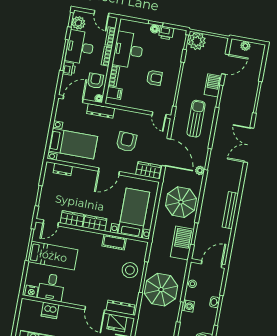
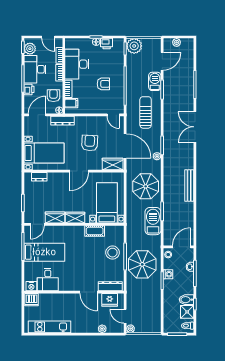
wall: (208, 263) -> (178, 247), moved
door: (212, 264) -> (182, 247), moved
dishwasher: (50, 310) -> (32, 300), moved

